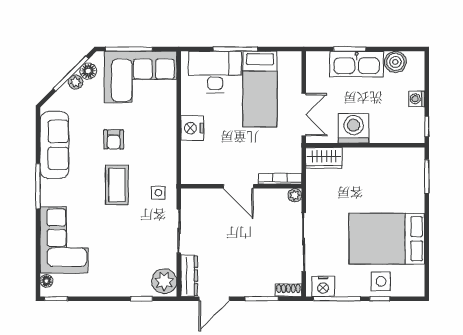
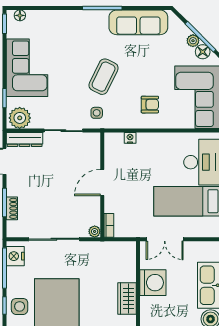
nightstand: (192, 128) -> (130, 138), moved, width x0.53, depth x0.56
armchair: (114, 139) -> (150, 105), moved, turned 180
wardrobe: (324, 158) -> (127, 299), moved
bookcase: (280, 179) -> (109, 225), width x0.64
coffee table: (117, 185) -> (104, 77), turned -64
corner sofa: (64, 240) -> (27, 68), moved, turned -90
shoe rack: (288, 290) -> (12, 208), moved

